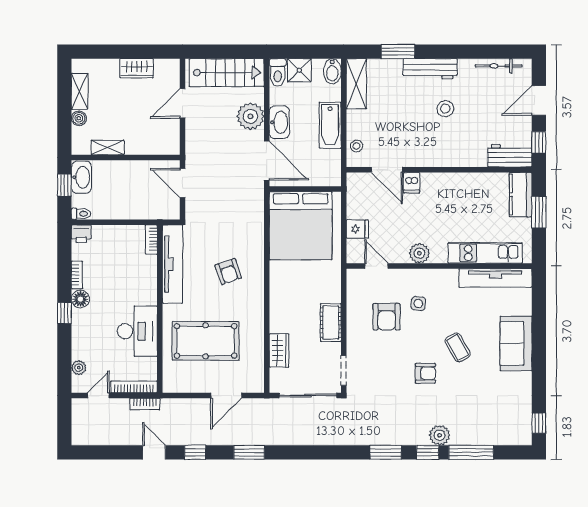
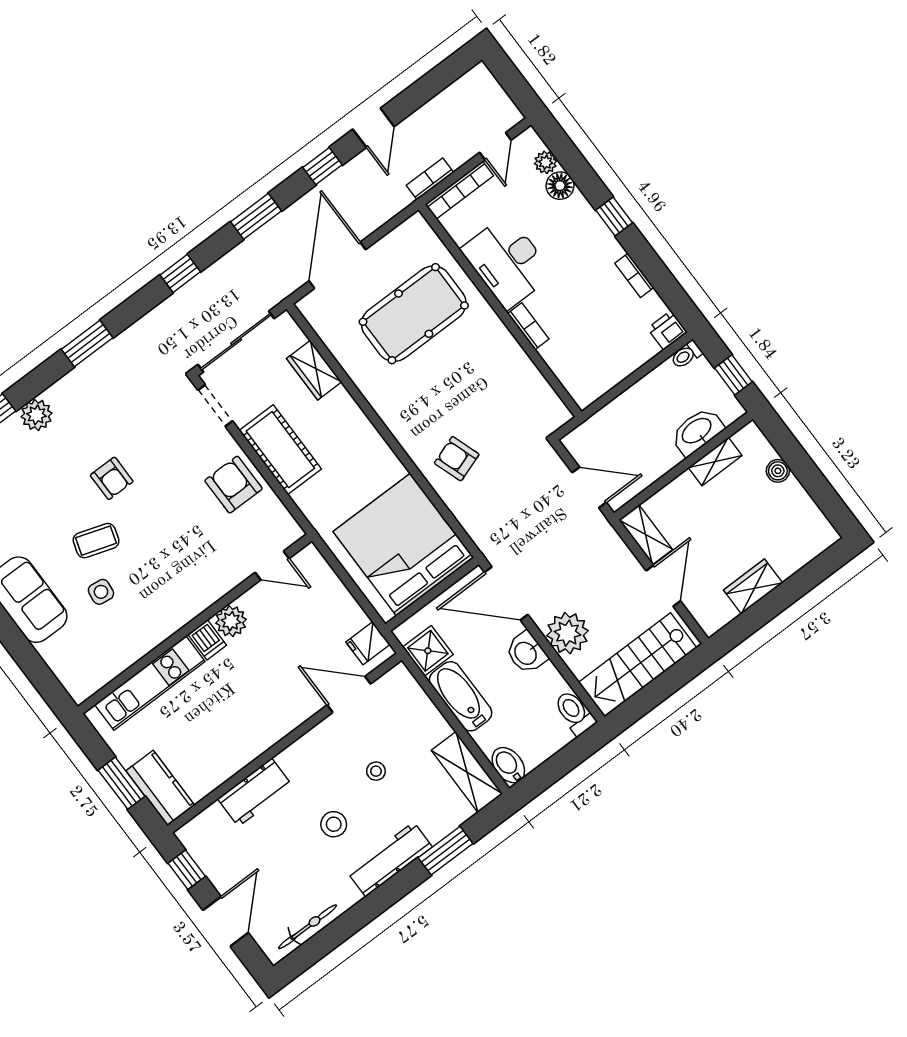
shower: (299, 70) -> (428, 651), moved
shelving: (80, 91) -> (646, 535), moved
washbasin: (279, 122) -> (526, 653), width x0.72
stool: (357, 146) -> (376, 771), moved
workbench: (510, 156) -> (255, 792), moved
washbasin: (81, 177) -> (697, 431), moved, turned 90
dishwasher: (412, 183) -> (207, 640), moved, turned 180
fridge: (357, 229) -> (368, 643), moved
bookcase: (151, 239) -> (528, 326), moved
tv unit: (173, 264) -> (526, 378), removed
armchair: (228, 271) -> (457, 459), moved
tv unit: (495, 278) -> (114, 662), removed
floor lamp: (80, 299) -> (560, 186), moved
side table: (418, 303) -> (101, 592), moved
armchair: (387, 317) -> (233, 485), moved
cot: (331, 323) -> (280, 450), width x1.37, depth x1.34
coffee table: (458, 347) -> (96, 541), turned -42
armchair: (425, 373) -> (112, 478), turned -90
door: (226, 395) -> (337, 265), width x1.36
door: (154, 452) -> (373, 128), hinge flipped
window: (428, 452) -> (180, 273), moved

